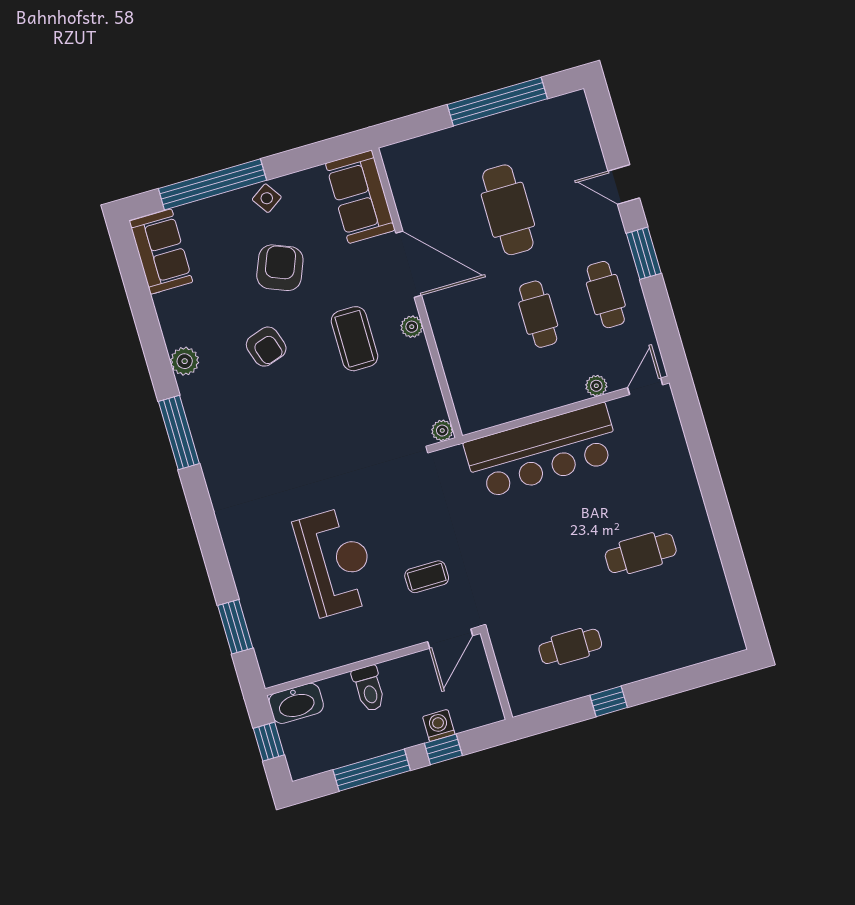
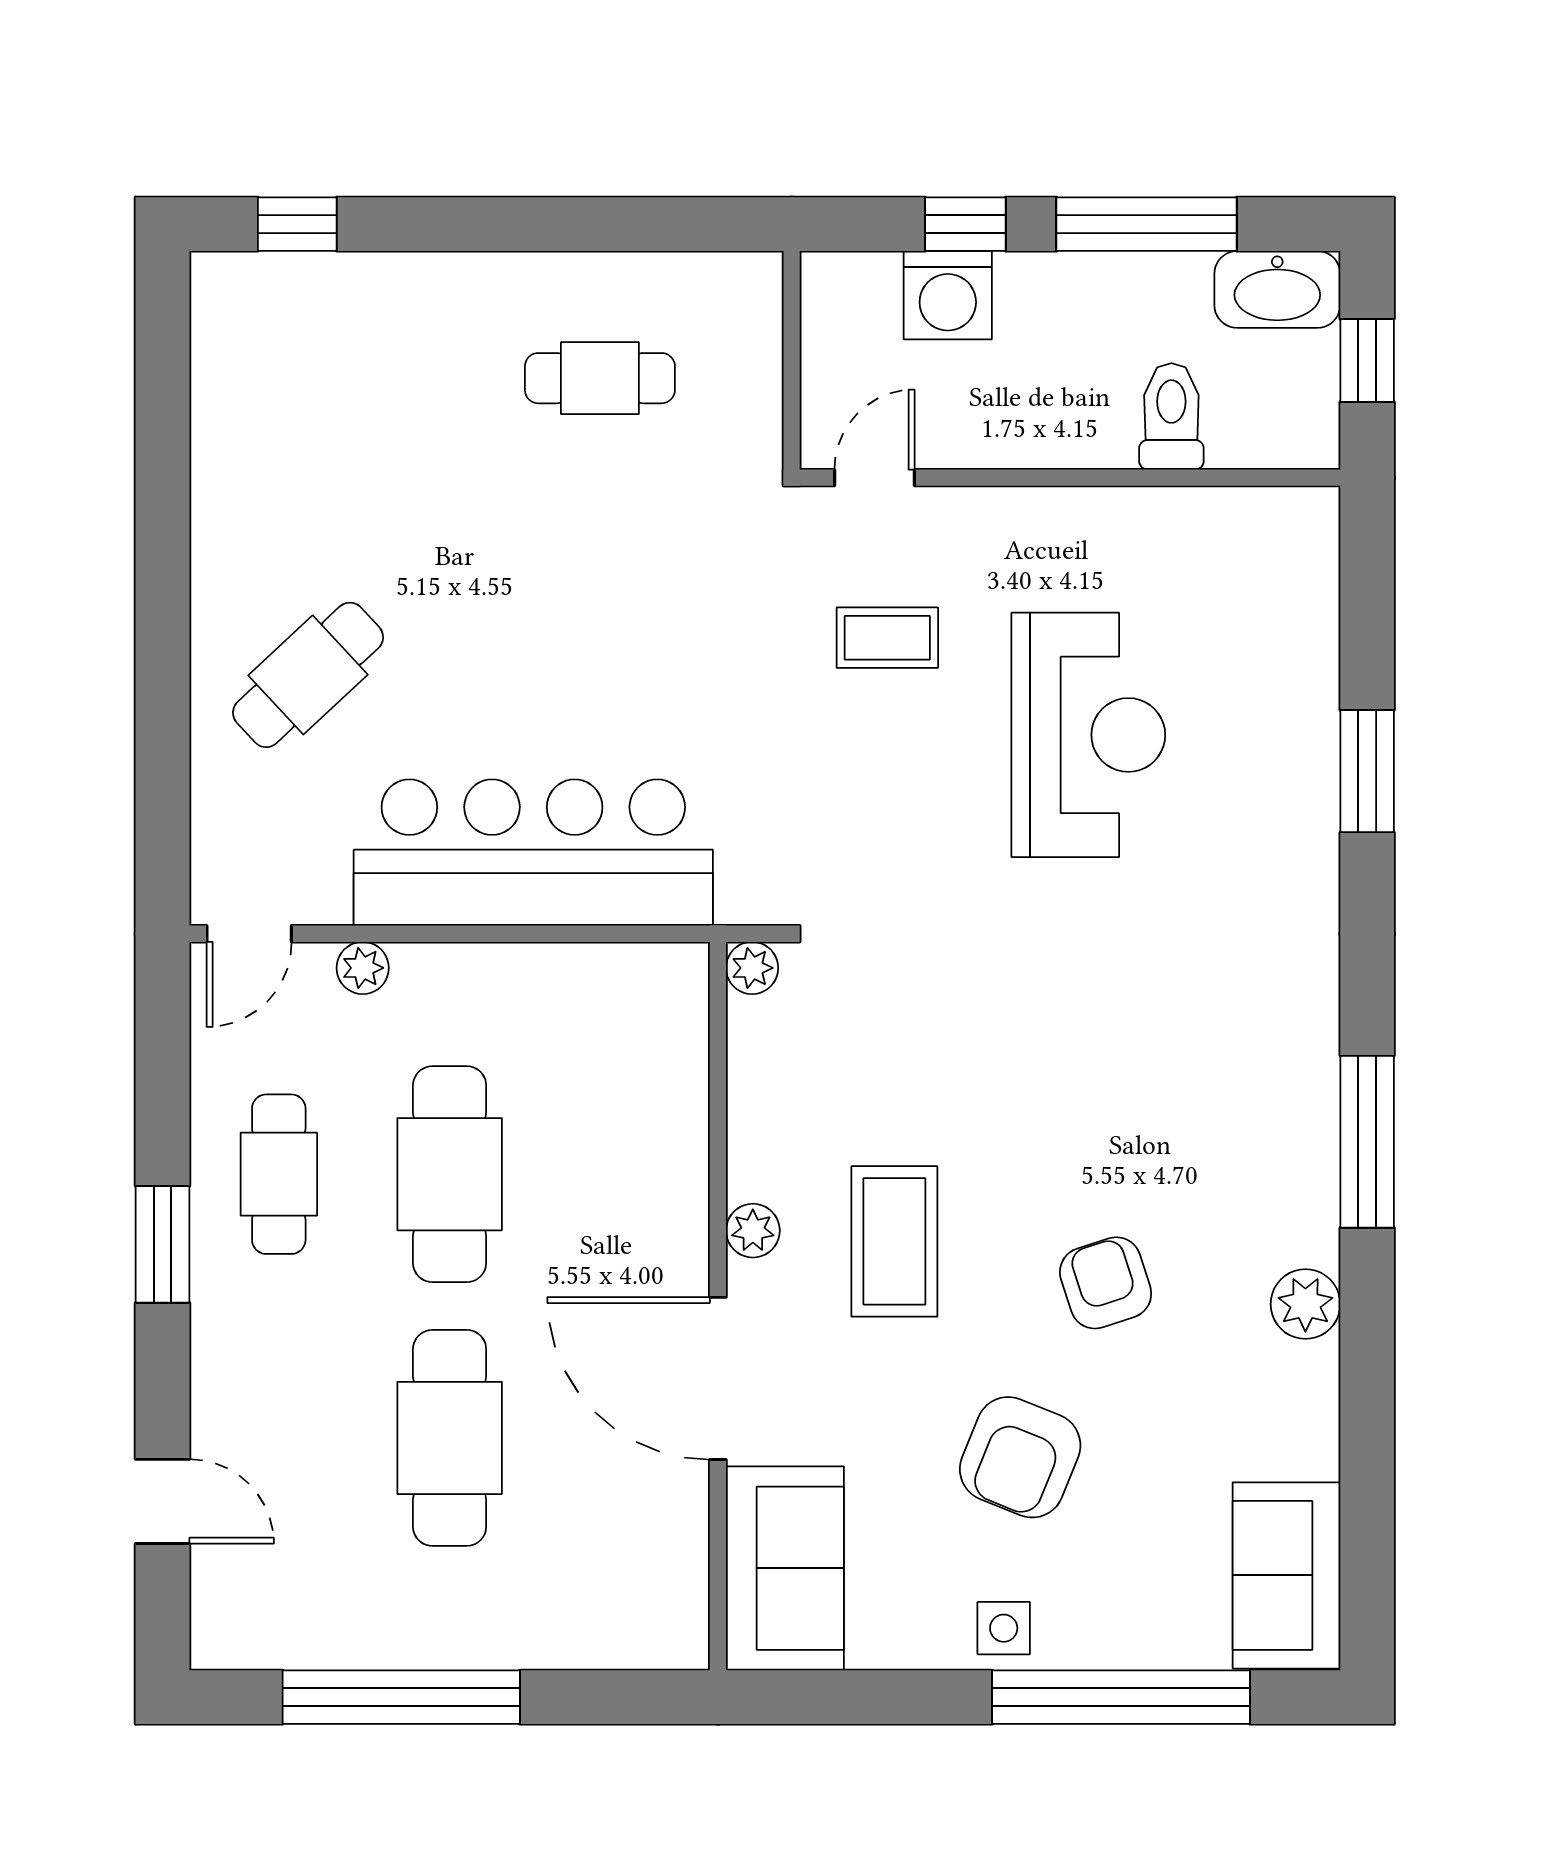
door: (624, 184) -> (163, 1501), moved
side table: (267, 198) -> (1004, 1628), turned 34
cafe table: (538, 314) -> (450, 1174), width x1.37, depth x1.35
cafe table: (641, 553) -> (308, 675), moved, turned -43
reception desk: (336, 561) -> (1088, 735), turned 180
window: (235, 627) -> (1367, 771), moved
door: (450, 639) -> (875, 478), width x0.73
toilet: (369, 688) -> (1171, 416), moved
window: (609, 701) -> (297, 224), moved
washbasin: (296, 703) -> (1277, 289), moved, turned 180
washing machine: (439, 725) -> (948, 295), width x1.38, depth x1.38

